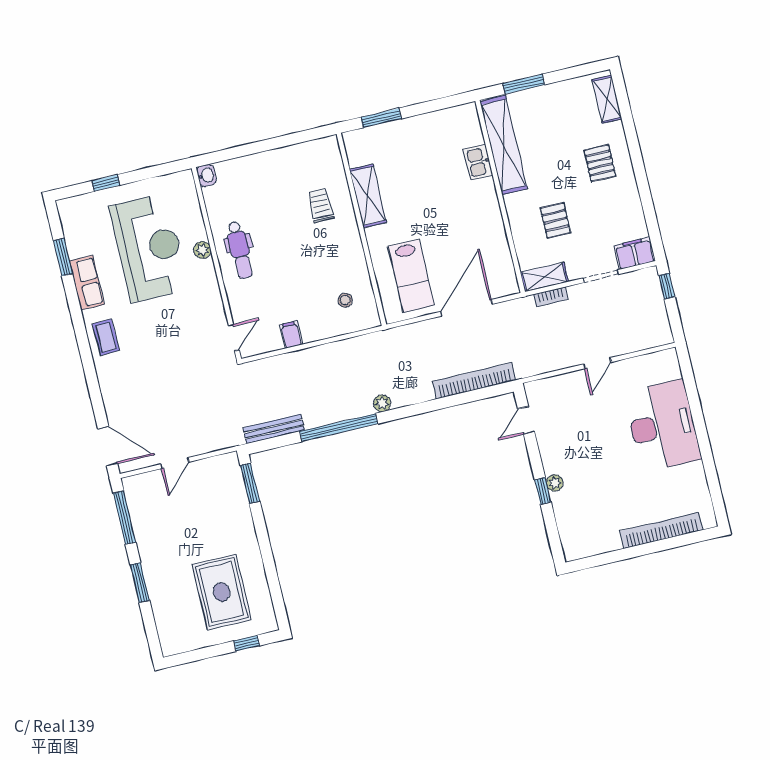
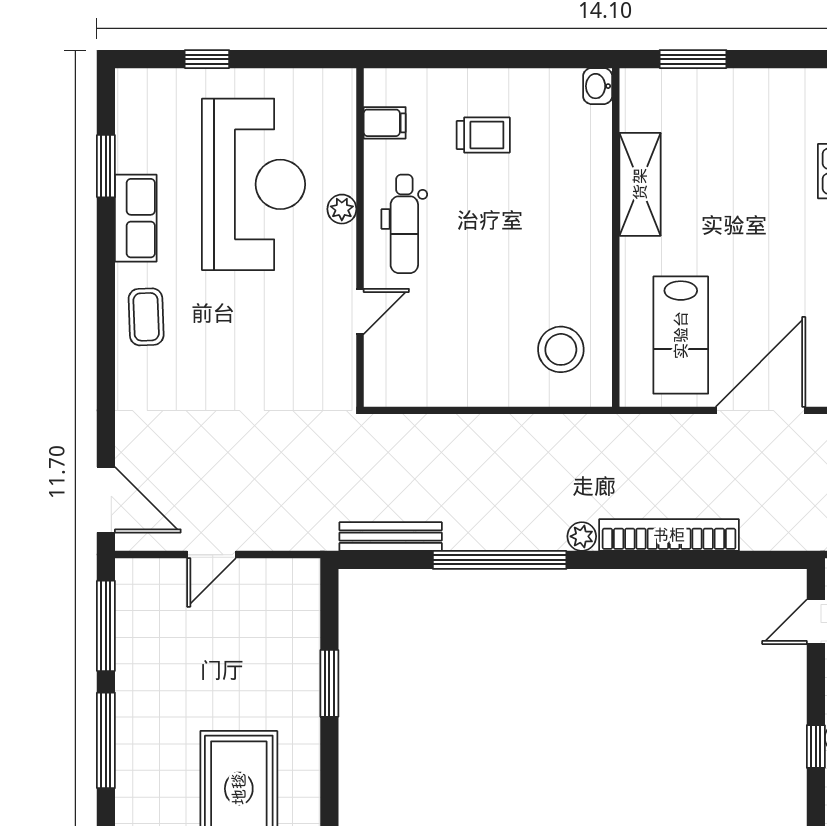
washbasin: (206, 175) -> (598, 86), moved, turned 180
trolley: (321, 206) -> (483, 135), moved, turned 90
stool: (345, 300) -> (561, 349), width x1.89, depth x1.89
filing cabinet: (291, 335) -> (385, 123), moved, turned 90
door: (234, 338) -> (360, 312), moved
bookcase: (474, 381) -> (669, 535), moved
window: (250, 483) -> (329, 683), moved
window: (140, 583) -> (106, 740), width x1.44

